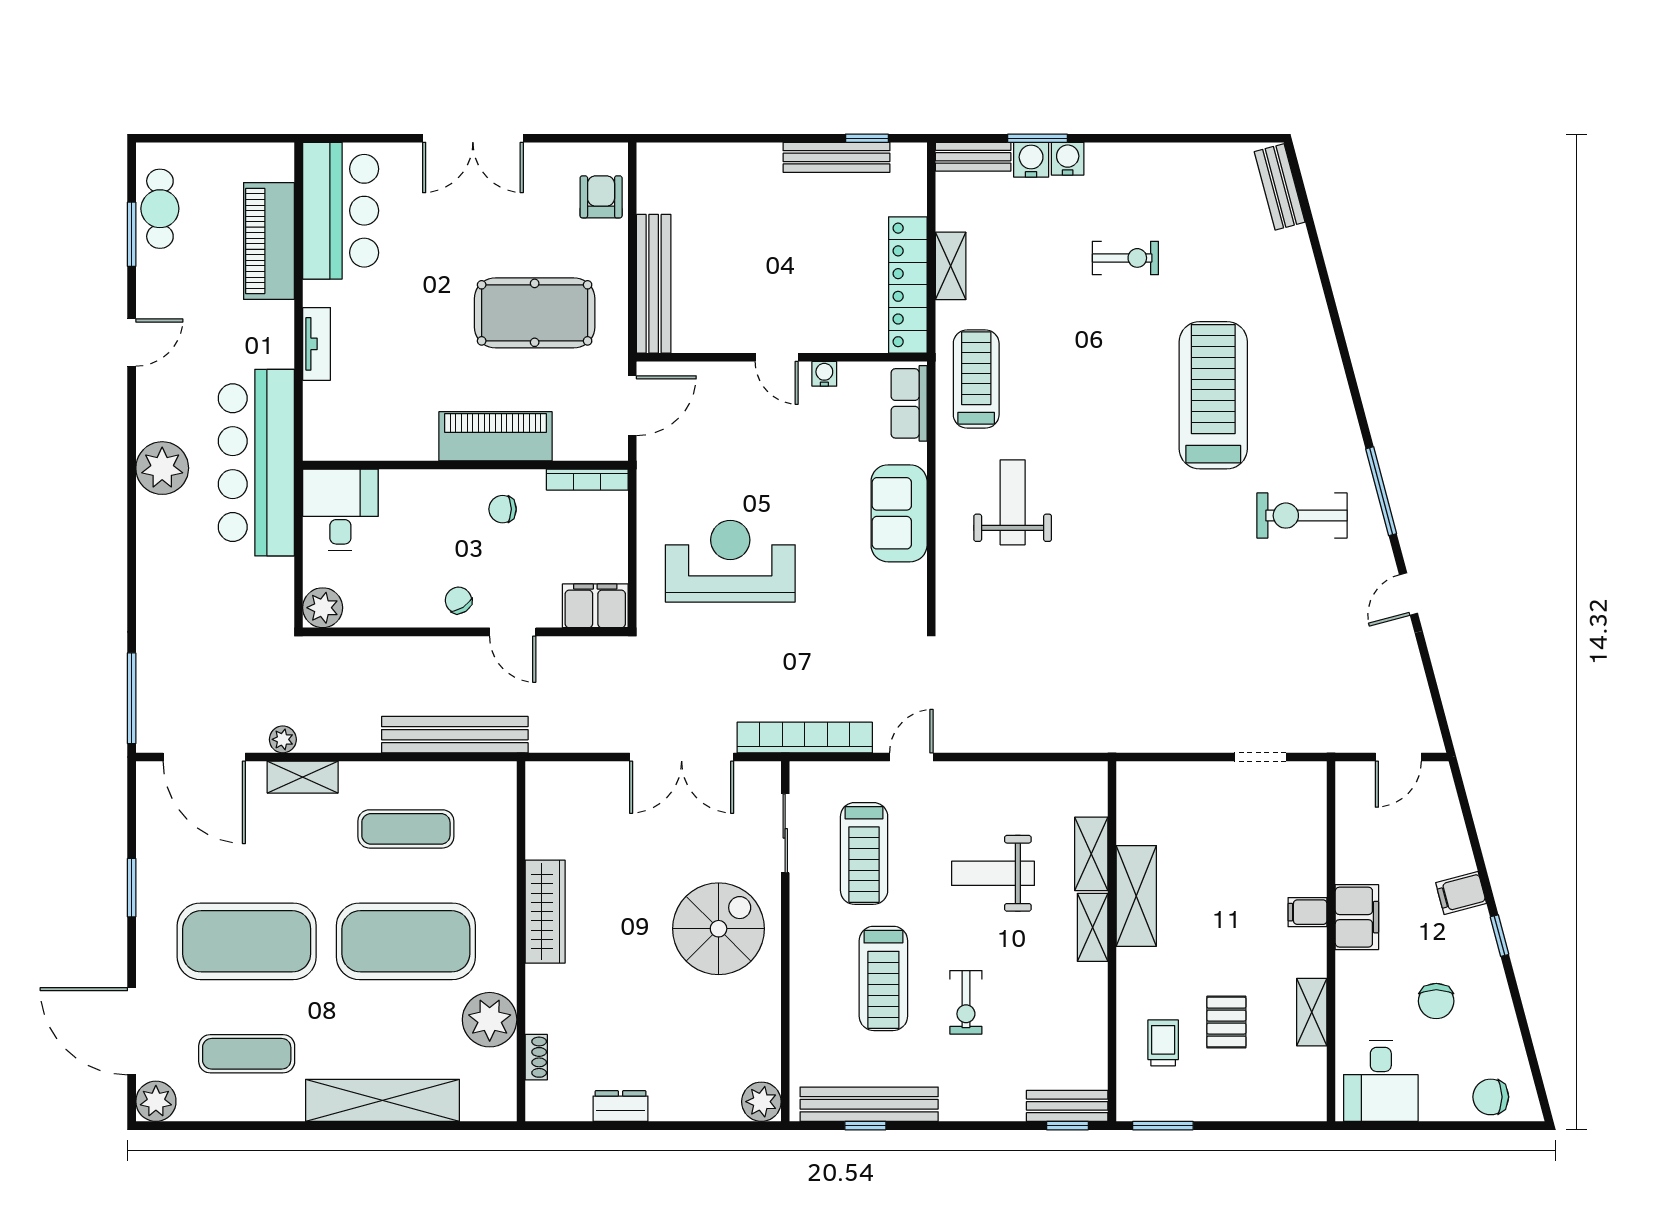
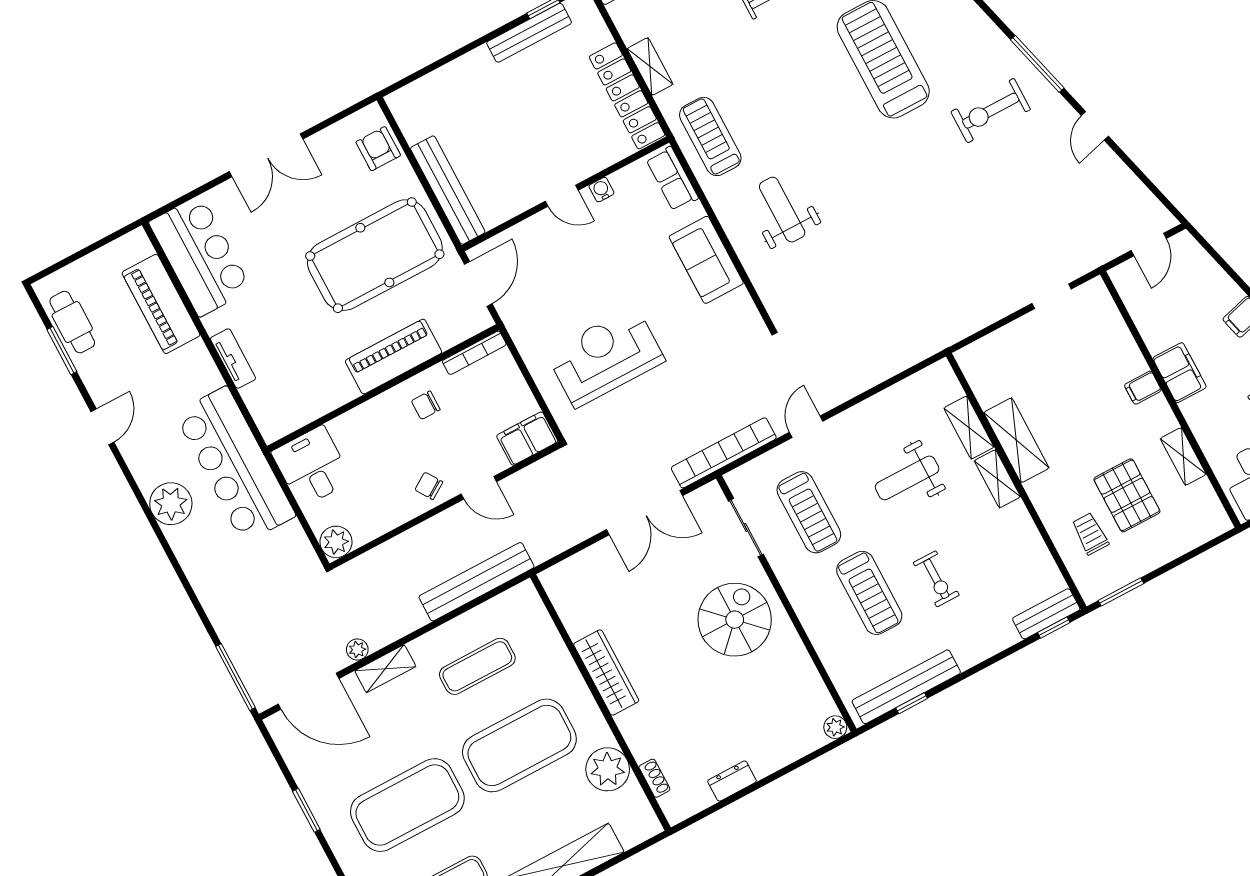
pool table: (535, 313) -> (375, 255), width x1.36, depth x1.32
pallet: (1226, 1022) -> (1127, 495), width x1.50, depth x1.42
plant: (761, 1102) -> (835, 727), width x0.73, depth x0.73

